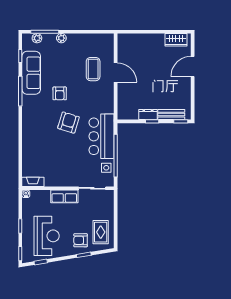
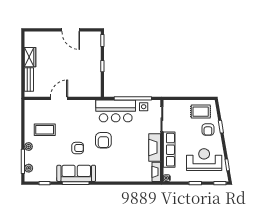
wardrobe: (176, 40) -> (30, 57), moved
door: (193, 67) -> (71, 30), moved
coffee table: (93, 69) -> (45, 130), moved
sofa: (31, 73) -> (76, 173), moved
dresser: (148, 114) -> (96, 70), removed
bench: (171, 115) -> (29, 80), moved
armchair: (68, 123) -> (103, 140), turned -107
fireplace: (60, 180) -> (155, 147), added
row of seats: (64, 196) -> (169, 150), width x1.48

